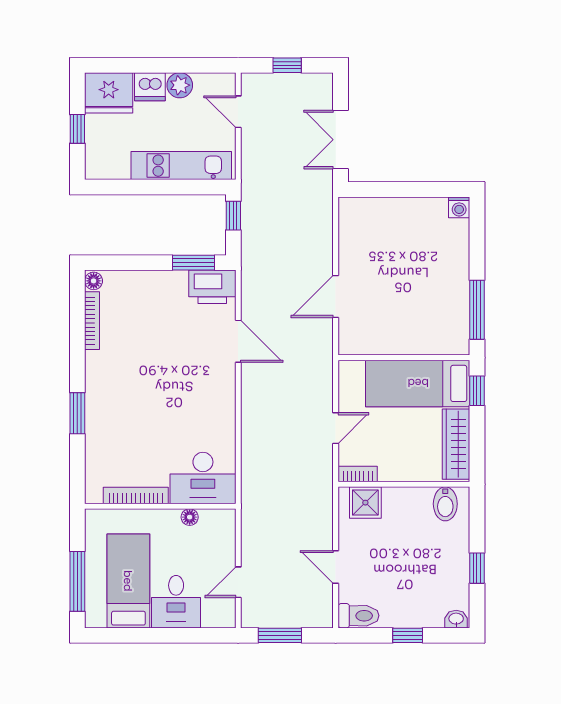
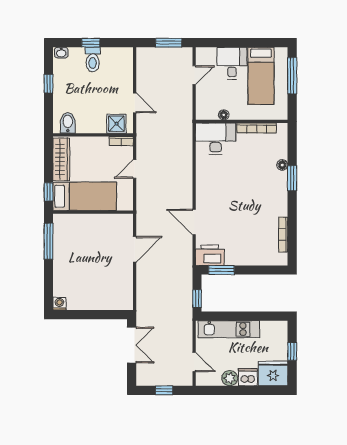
floor lamp: (94, 281) -> (282, 165), moved
door: (336, 567) -> (135, 103), moved
toilet: (358, 616) -> (93, 60), moved, turned -90

